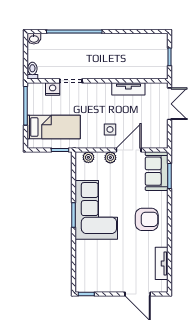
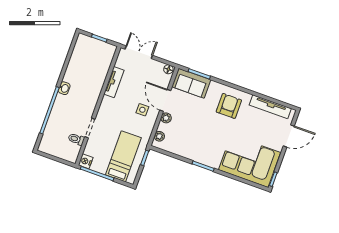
washbasin: (34, 39) -> (64, 88), moved
toilet: (32, 71) -> (76, 139), moved
nightstand: (53, 89) -> (86, 161), moved
floor lamp: (163, 142) -> (168, 69), added
corner sofa: (96, 210) -> (249, 161), moved
tv unit: (162, 263) -> (270, 107), width x1.41

